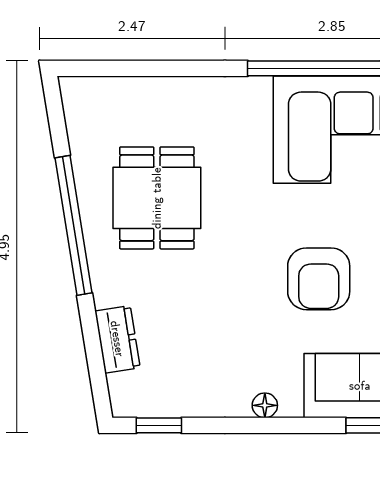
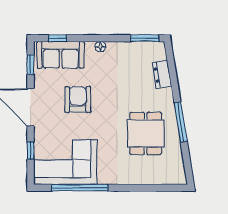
window: (74, 225) -> (181, 122), width x0.68
window: (159, 425) -> (145, 38), width x1.50

